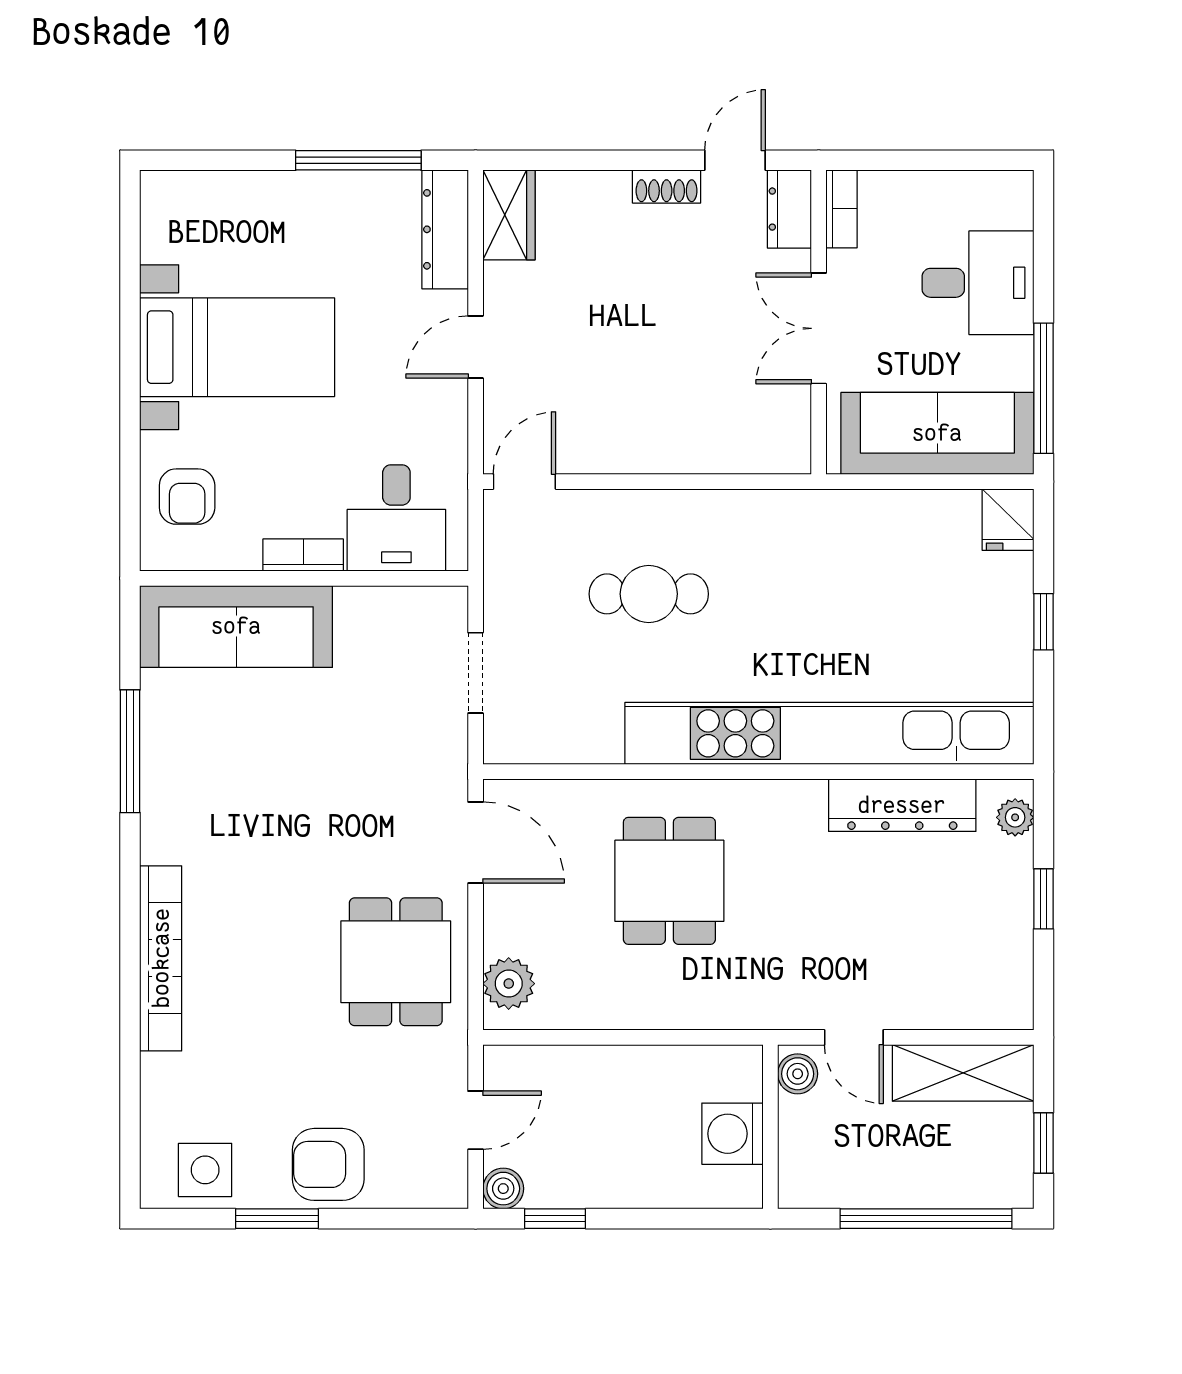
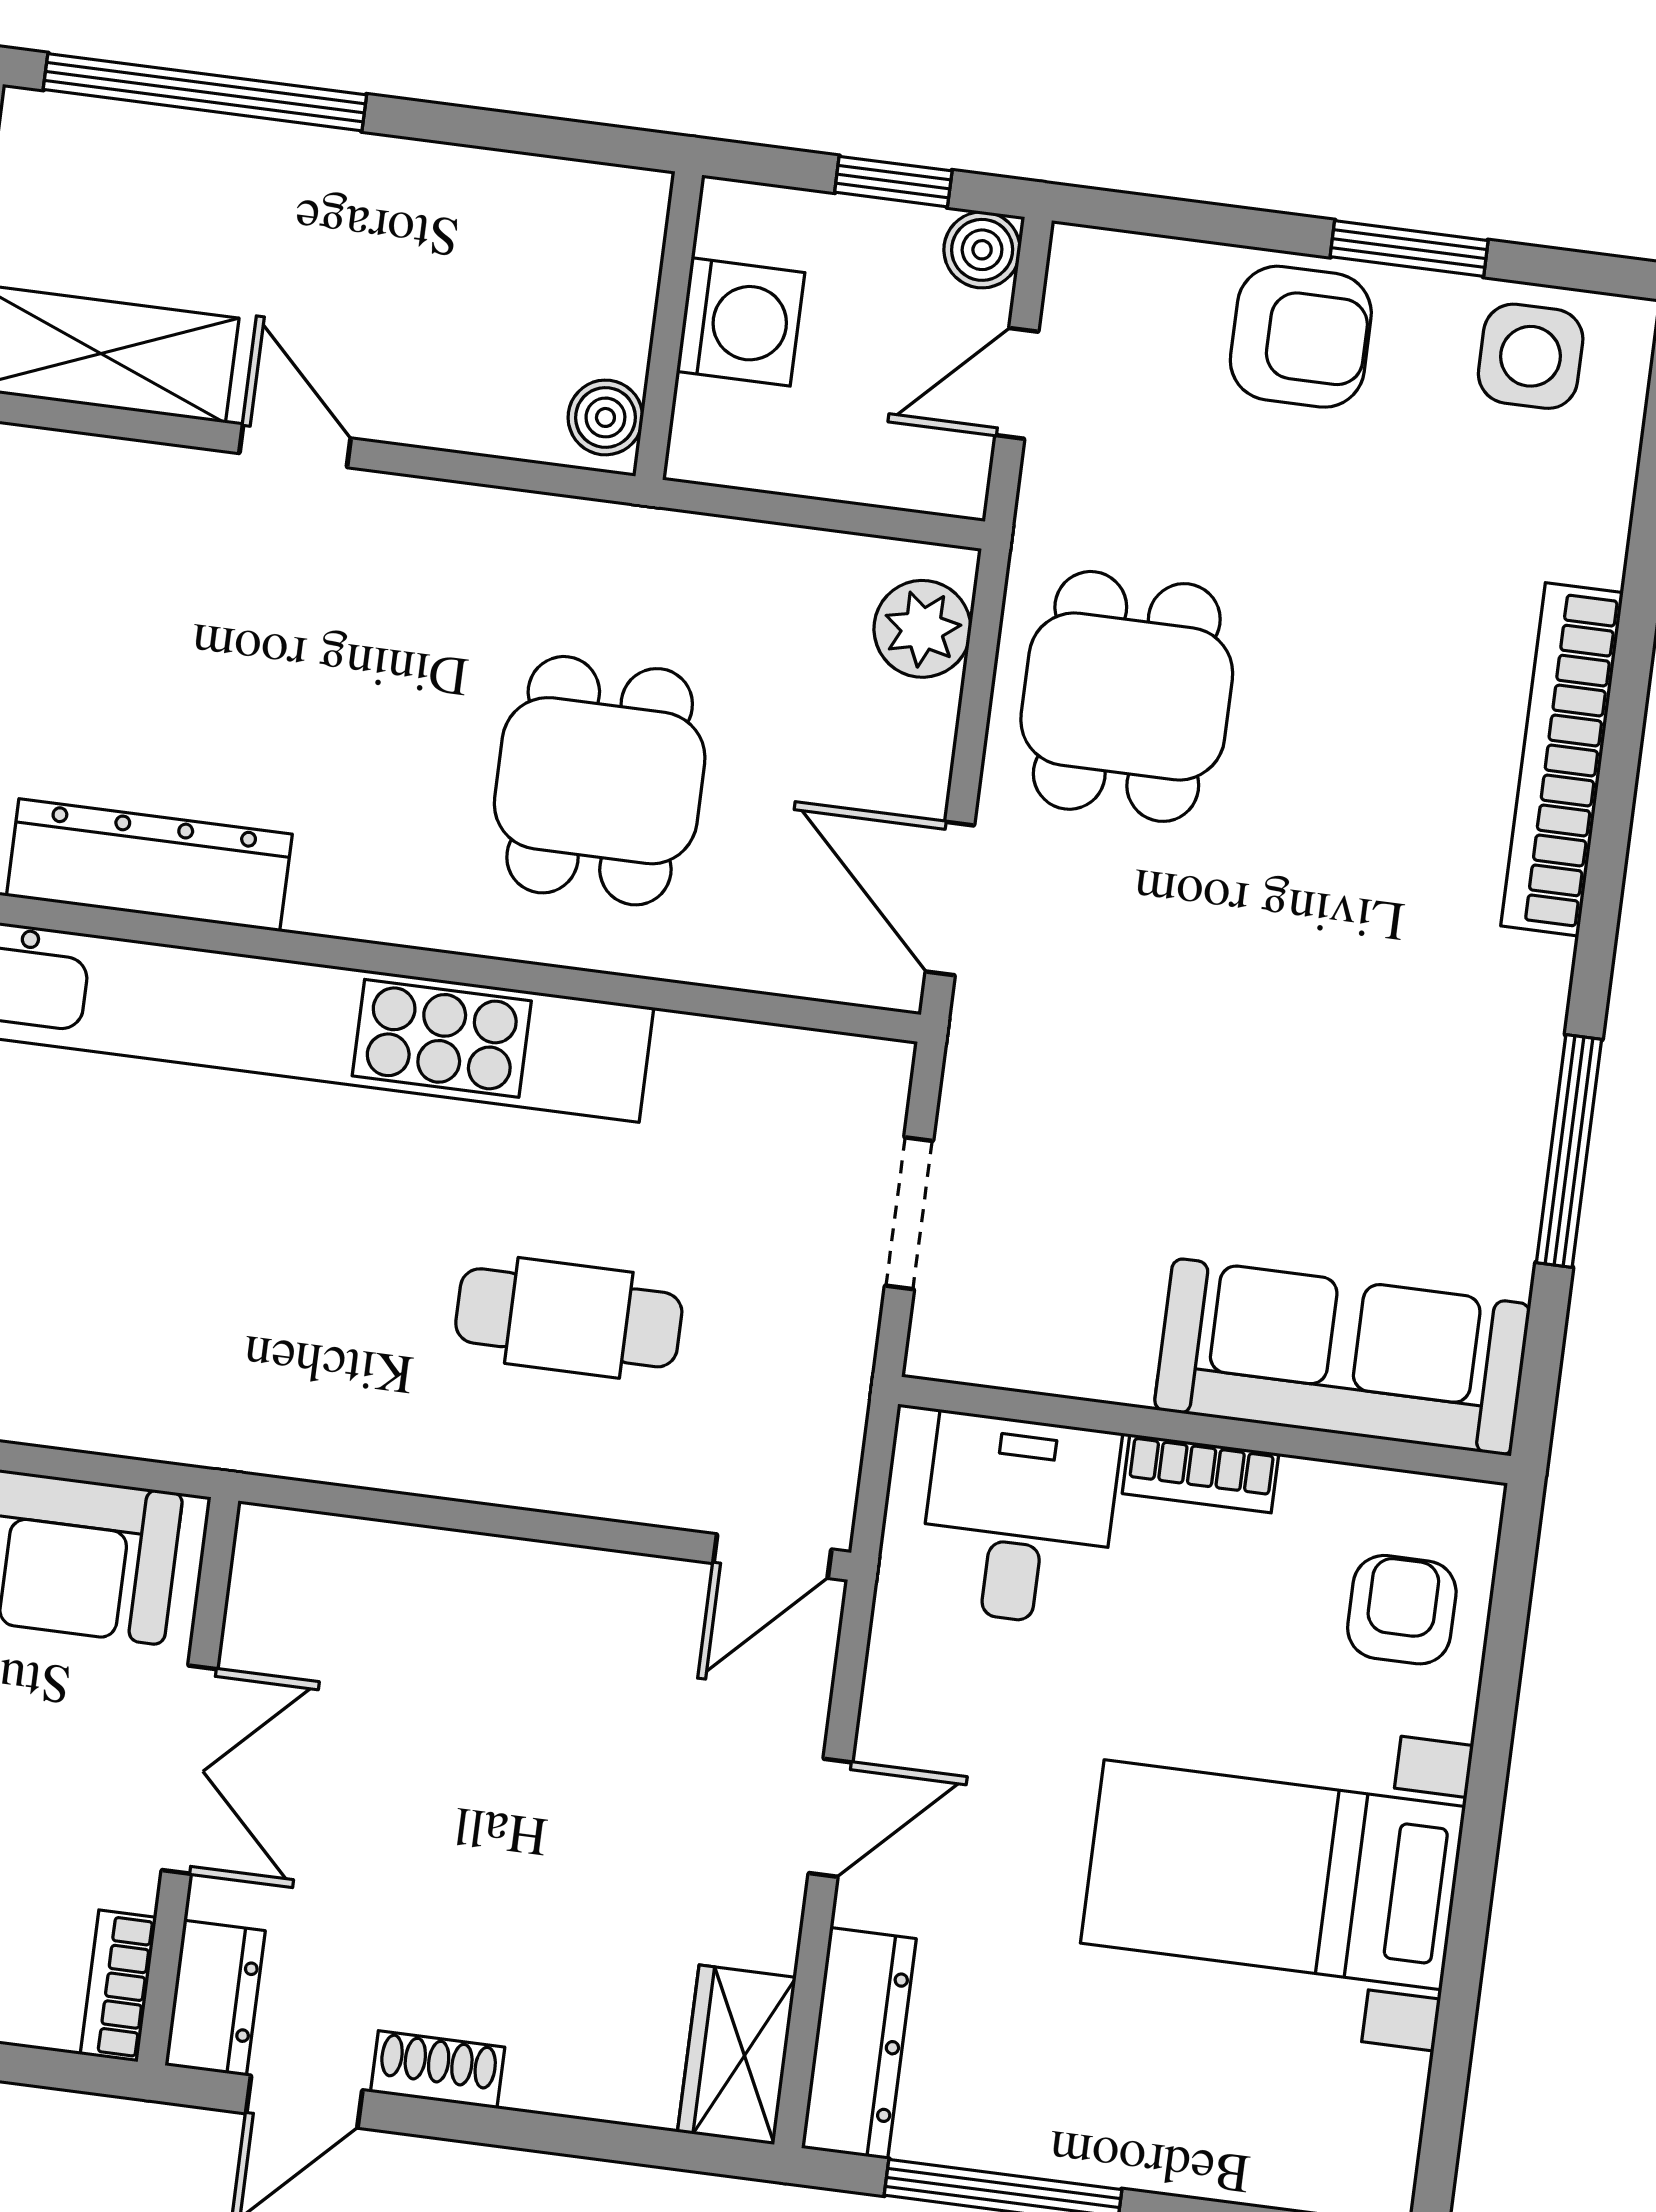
boiler: (798, 1074) -> (605, 417), moved
wall: (770, 1127) -> (669, 326), moved
washing machine: (732, 1134) -> (741, 322), moved

